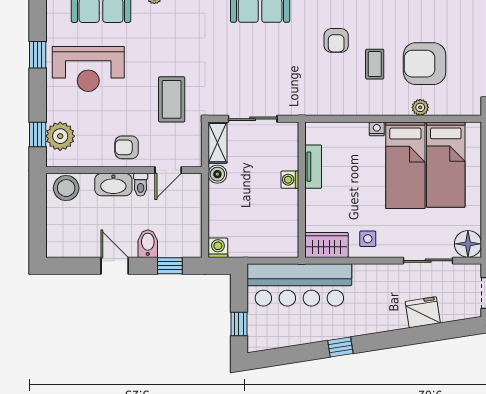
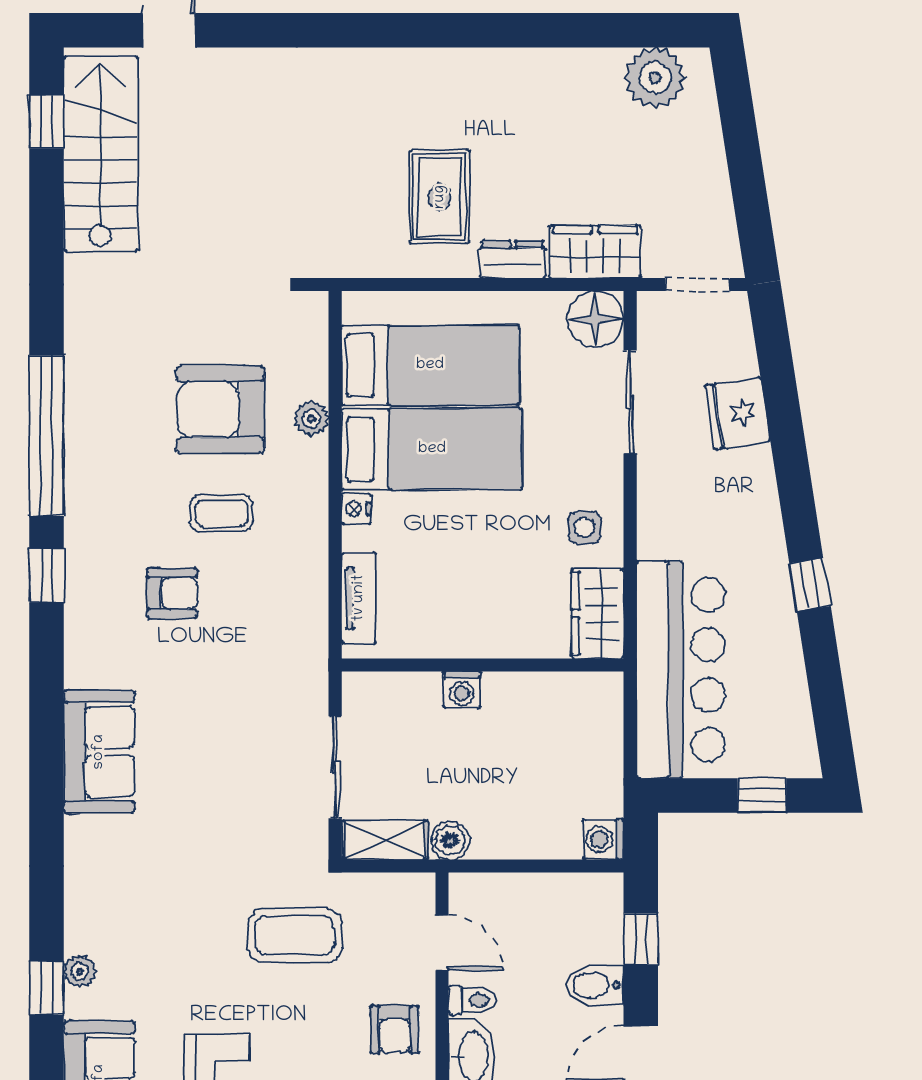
armchair: (425, 64) -> (220, 409), turned 90
tv unit: (313, 167) -> (359, 598), moved, turned 90

